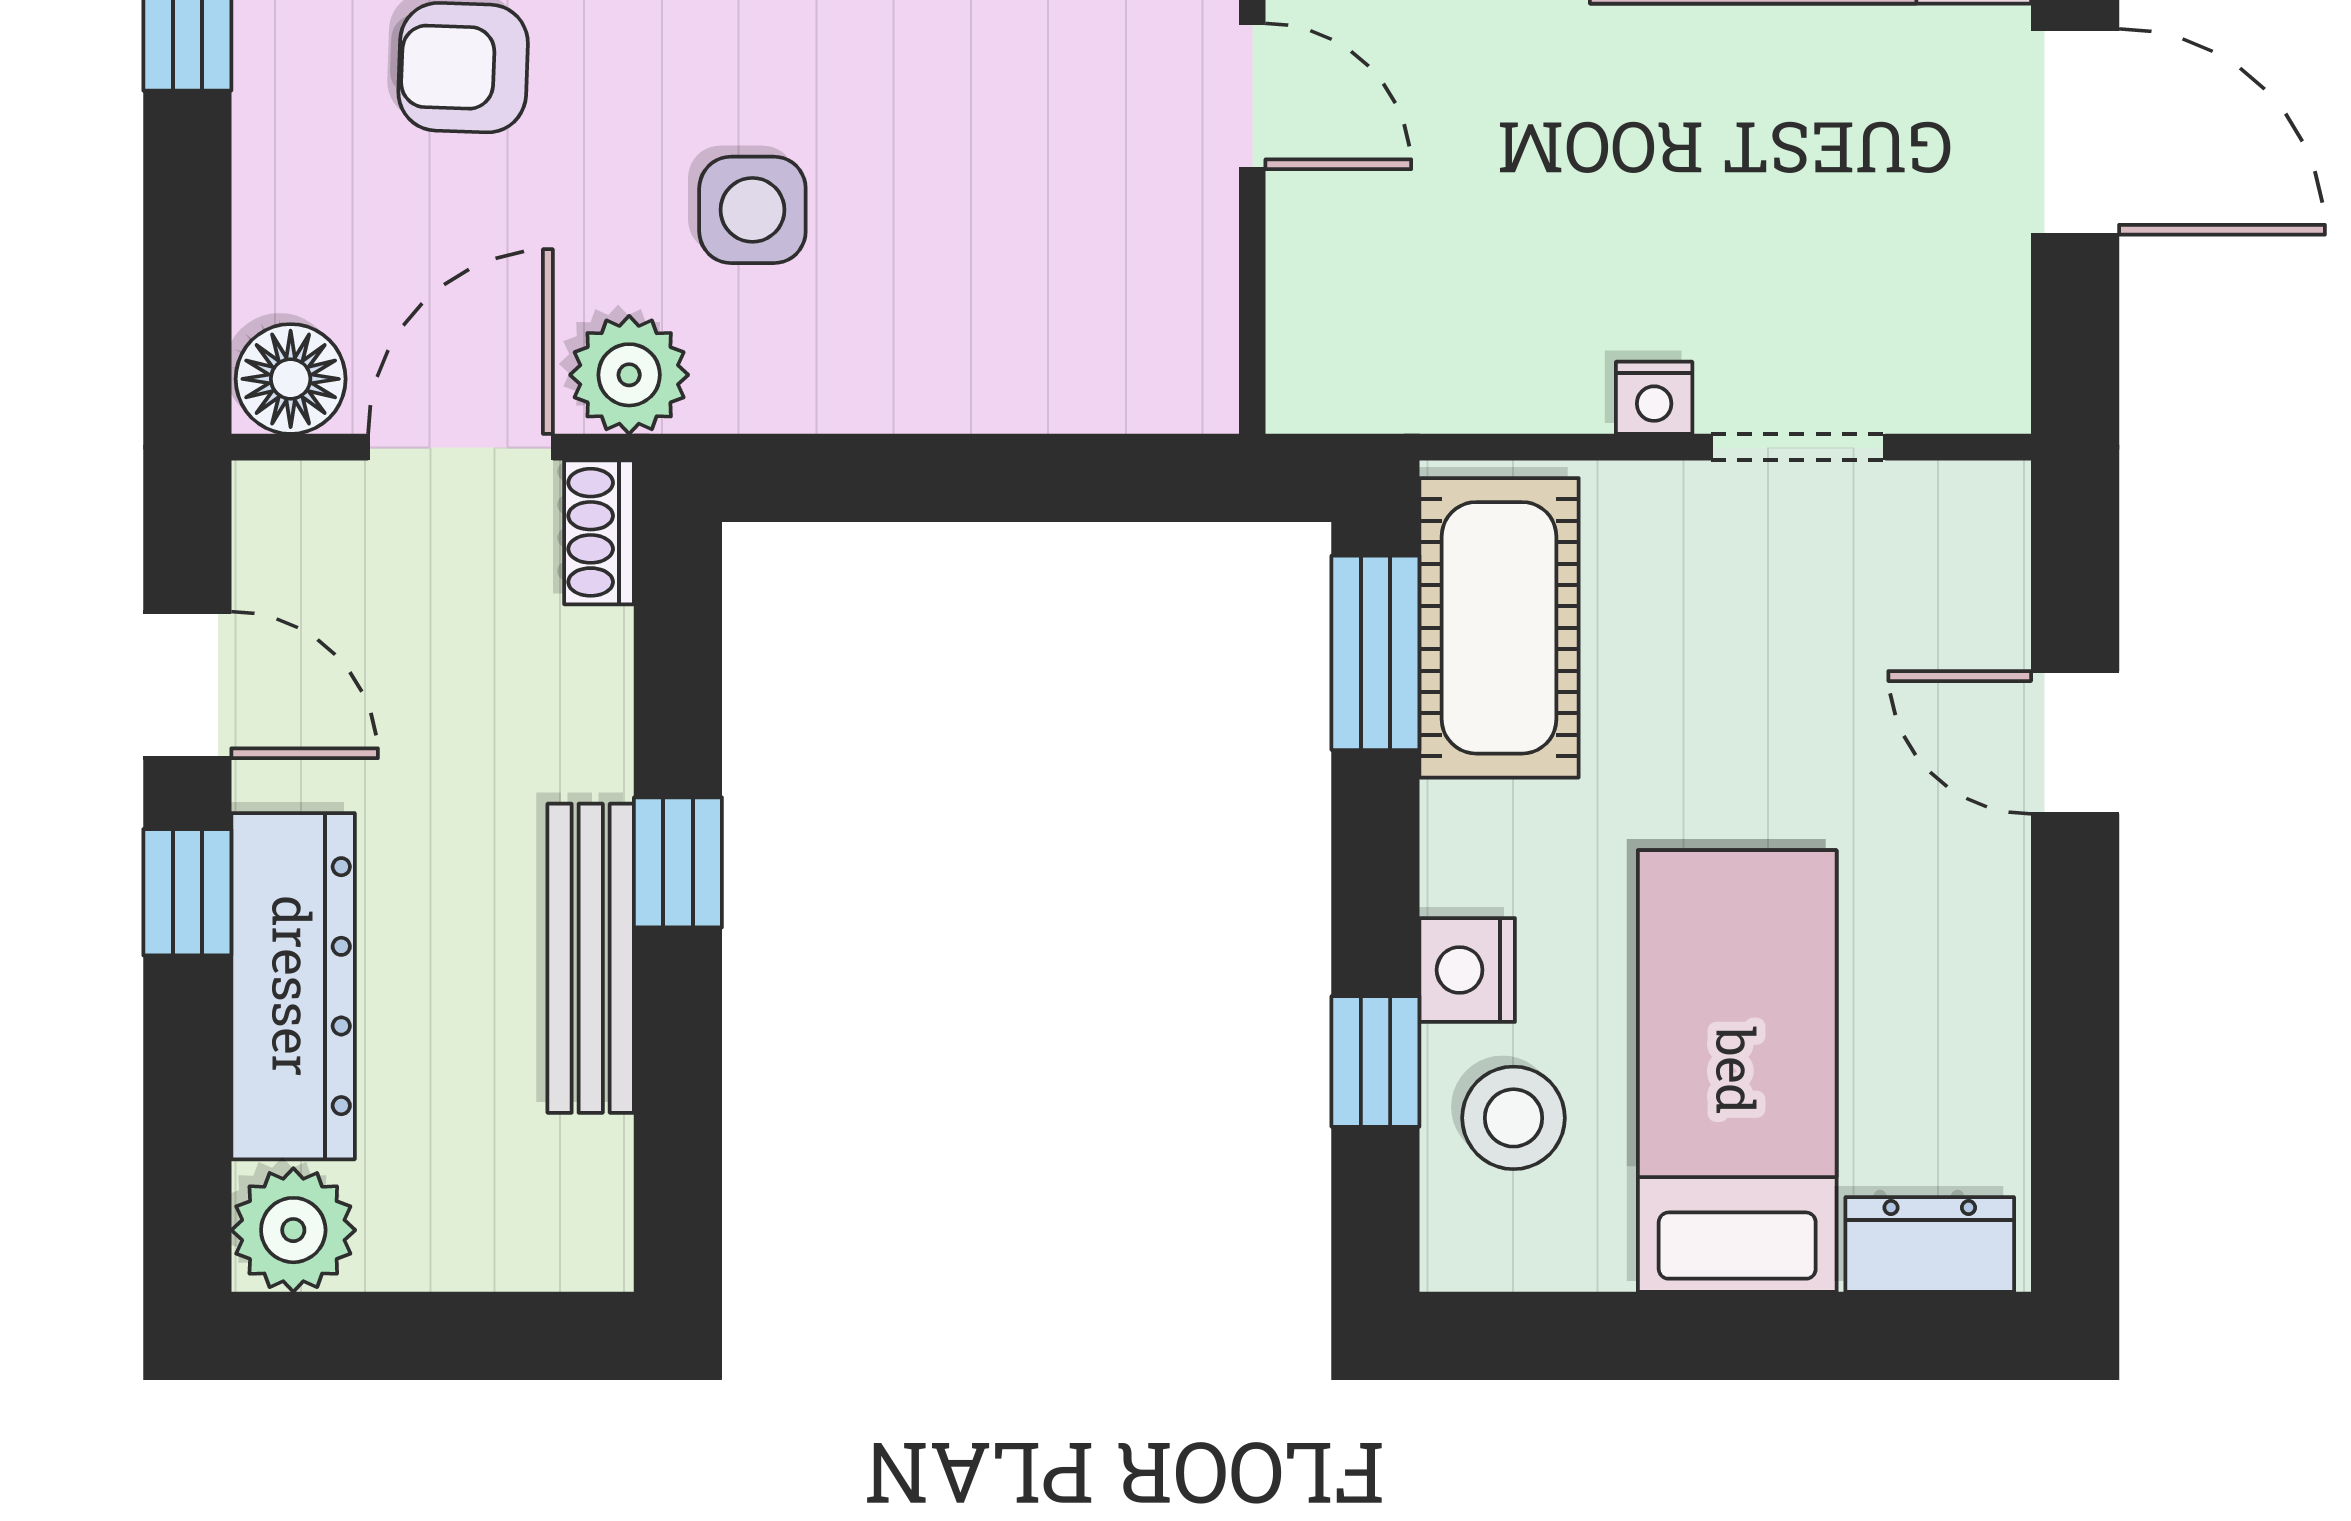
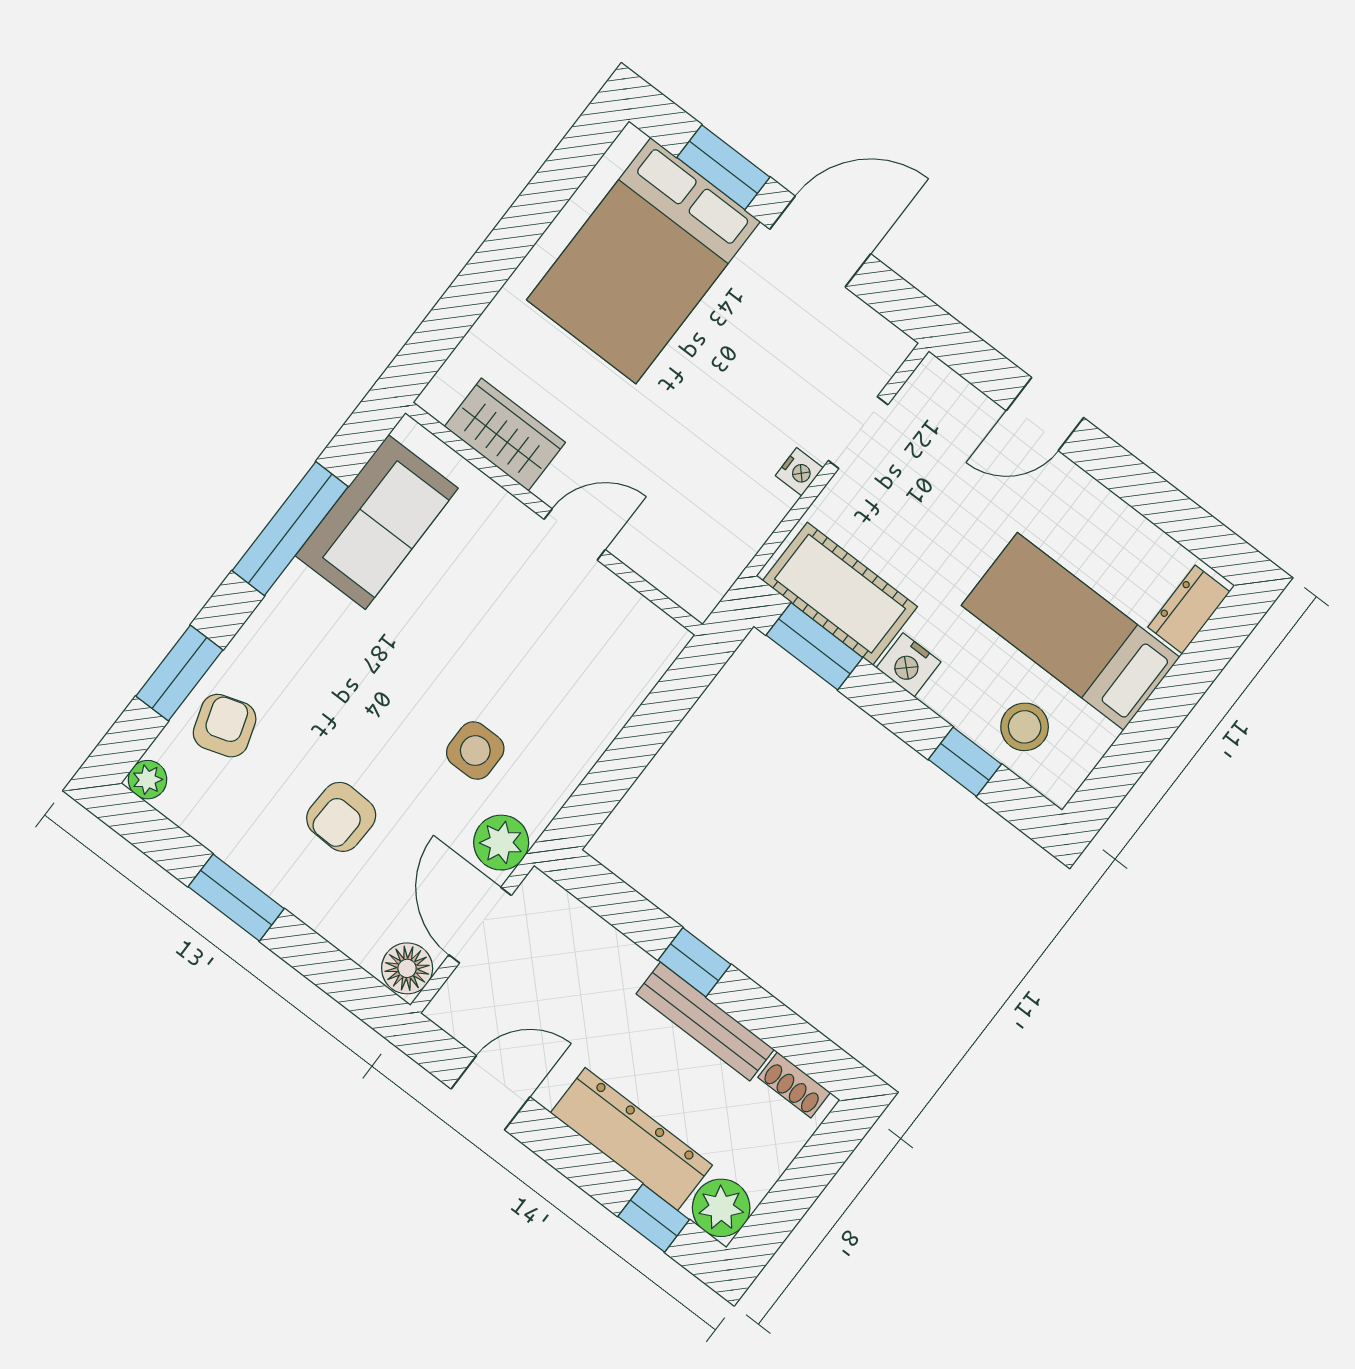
shoe rack: (599, 532) -> (794, 1085), moved
window: (187, 892) -> (654, 1218), moved
nightstand: (1467, 970) -> (909, 665), moved

